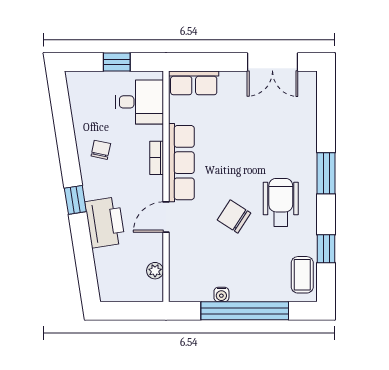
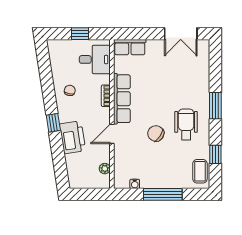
water cooler: (221, 295) -> (135, 184), moved
window: (245, 311) -> (163, 194), width x0.68

